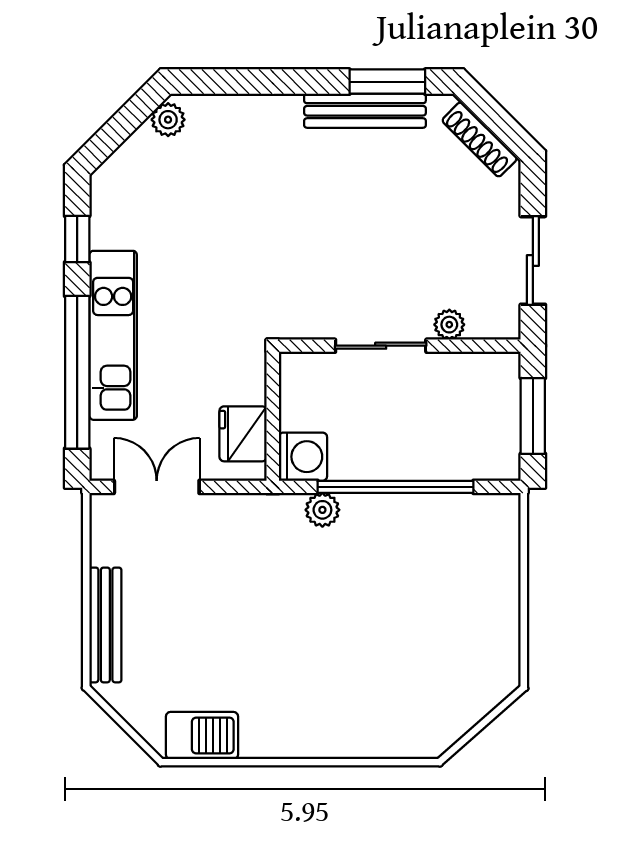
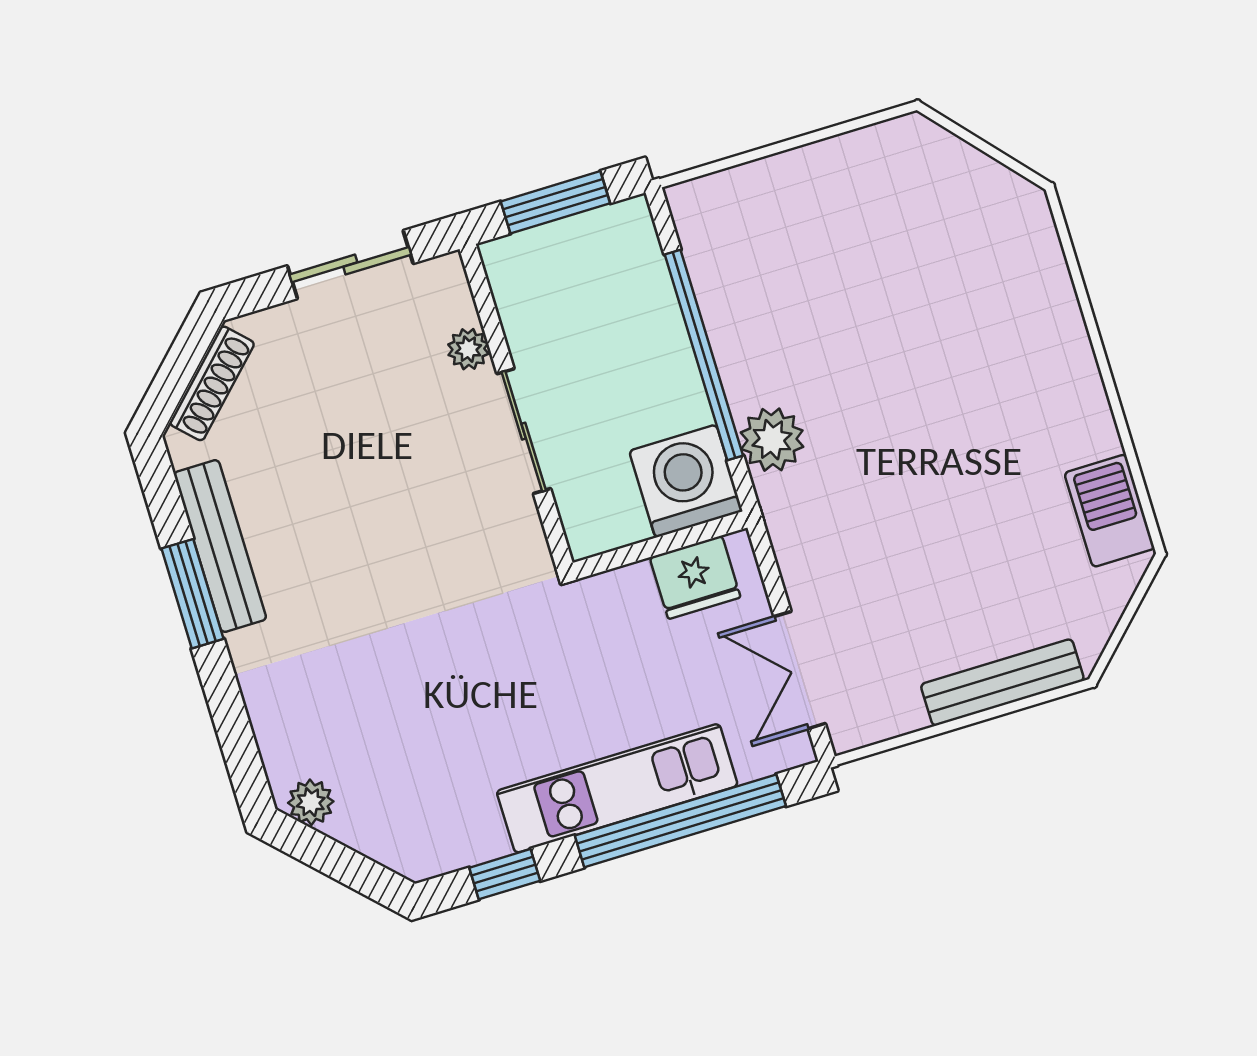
window: (387, 82) -> (193, 594), moved
washing machine: (303, 457) -> (686, 481), width x1.37, depth x1.37
plant: (322, 510) -> (772, 440), width x1.38, depth x1.38

